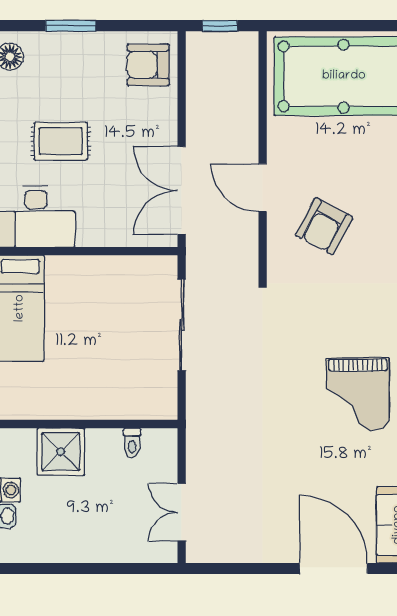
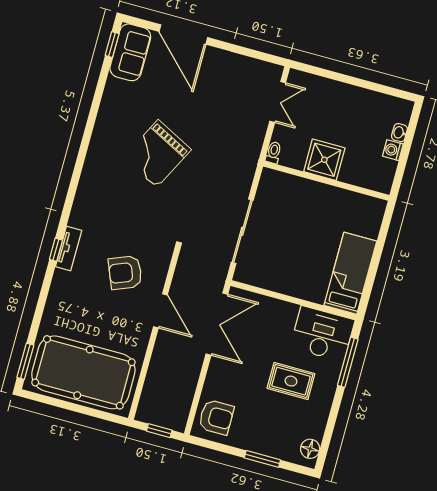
armchair: (324, 226) -> (125, 273), turned -140
grand piano: (358, 394) -> (157, 154), moved, turned -153
toilet: (132, 443) -> (273, 153), moved
shower: (61, 452) -> (324, 160), moved

